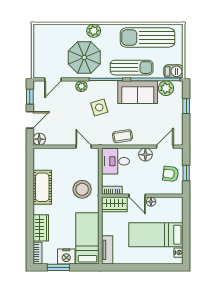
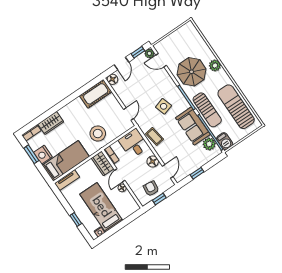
plant: (81, 86) -> (149, 53), moved
window: (186, 106) -> (197, 173), moved
door: (30, 120) -> (122, 63), hinge flipped
door: (165, 147) -> (168, 171), hinge flipped
cot: (42, 187) -> (96, 94), moved
window: (151, 267) -> (76, 220), added

